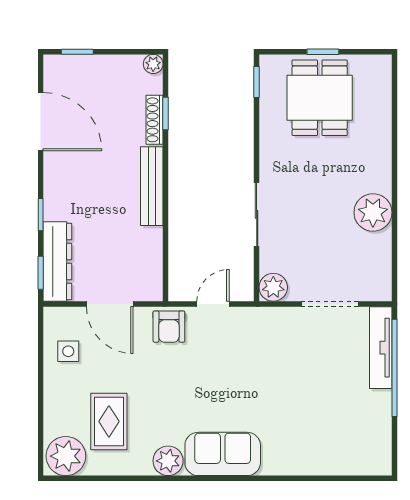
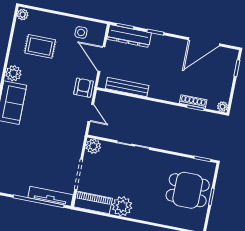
bench: (152, 186) -> (127, 87), moved
piano: (377, 267) -> (93, 202), added
door: (110, 304) -> (101, 59), hinge flipped
armchair: (169, 327) -> (84, 88), turned 90
plant: (66, 456) -> (23, 15), width x0.53, depth x0.53

